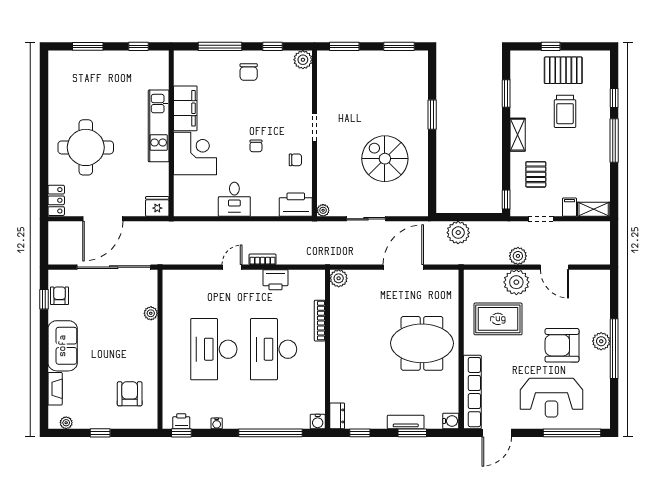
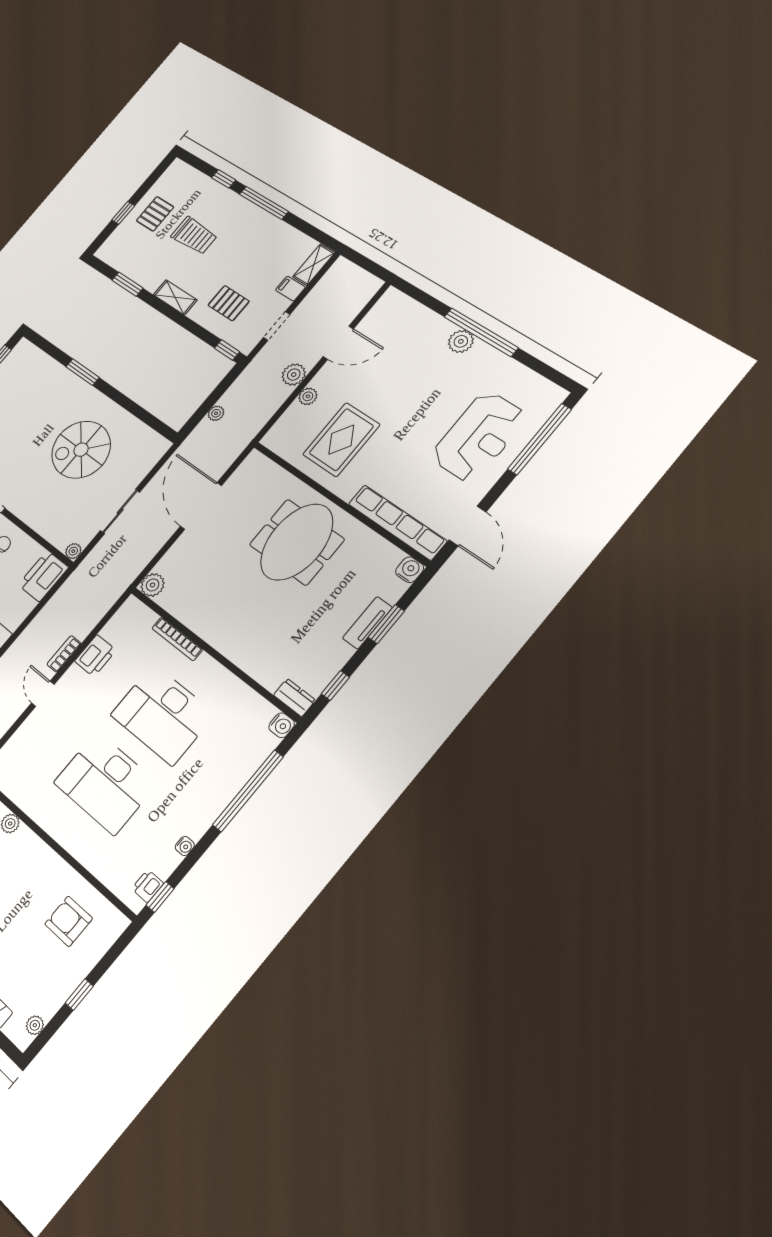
pallet: (563, 70) -> (155, 214), width x0.67, depth x0.71
plant: (458, 233) -> (216, 413), width x0.53, depth x0.53
plant: (516, 282) -> (308, 396), width x0.53, depth x0.53
armchair: (562, 345) -> (429, 387), removed

